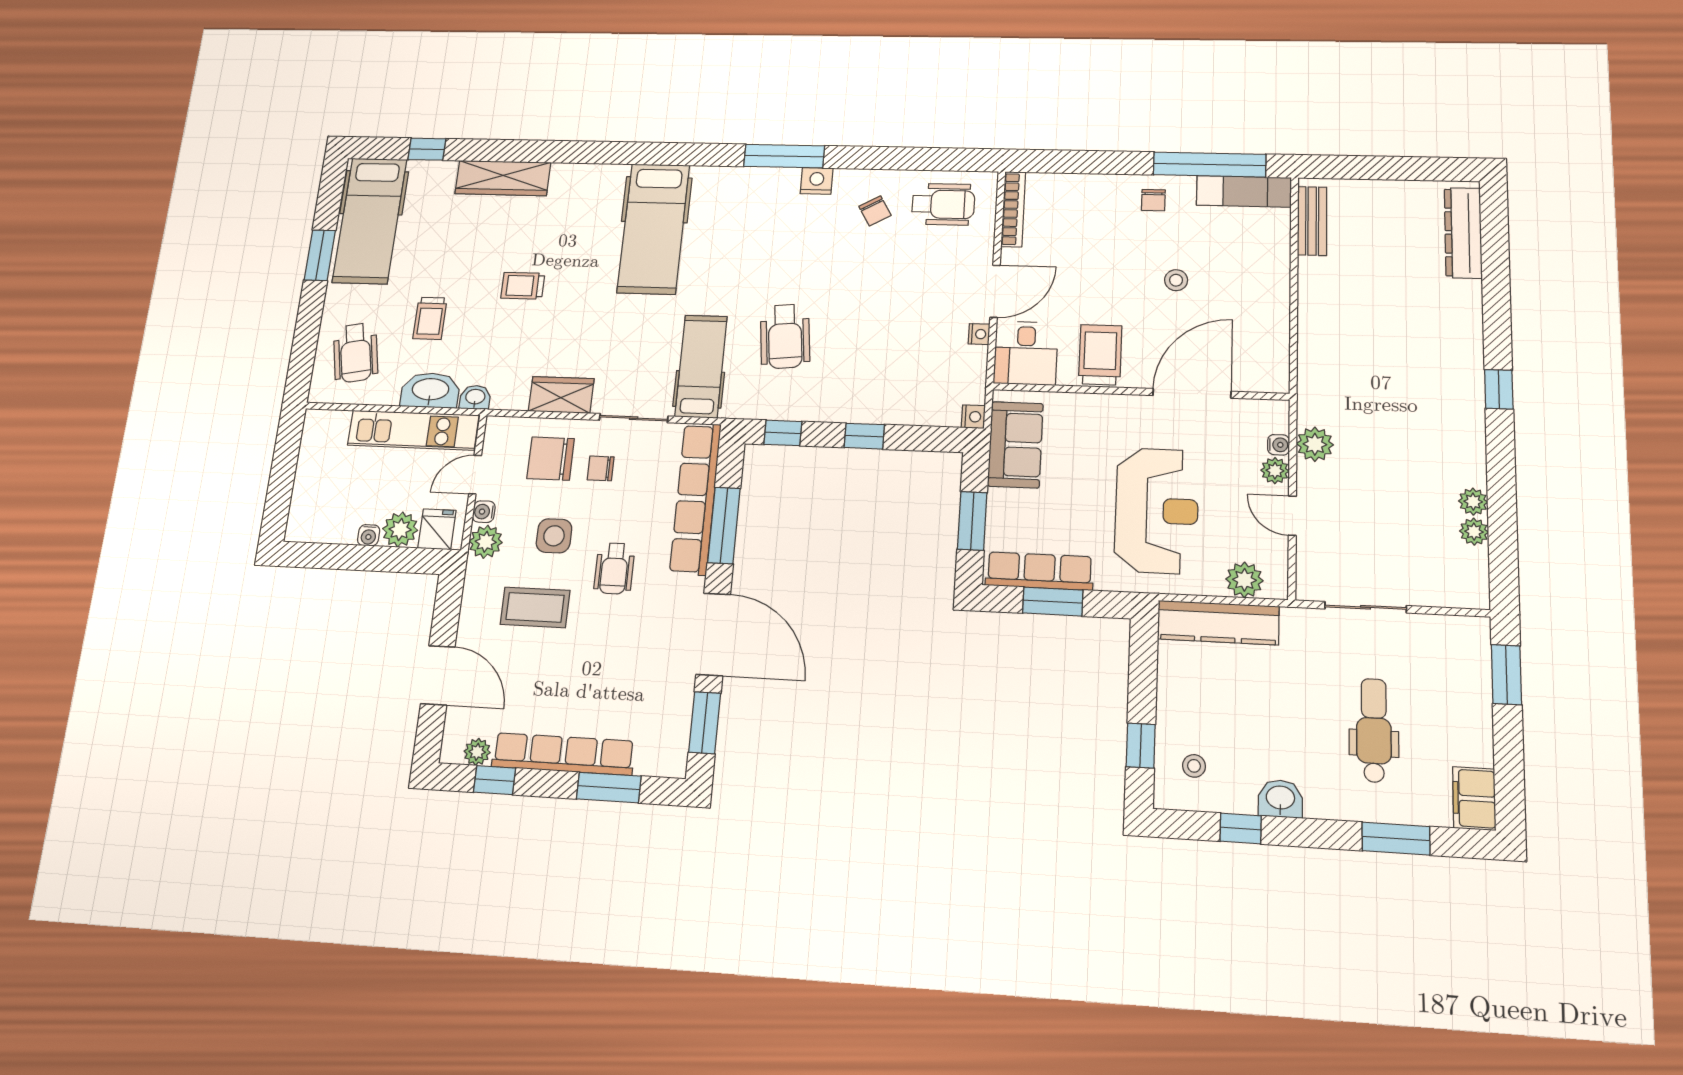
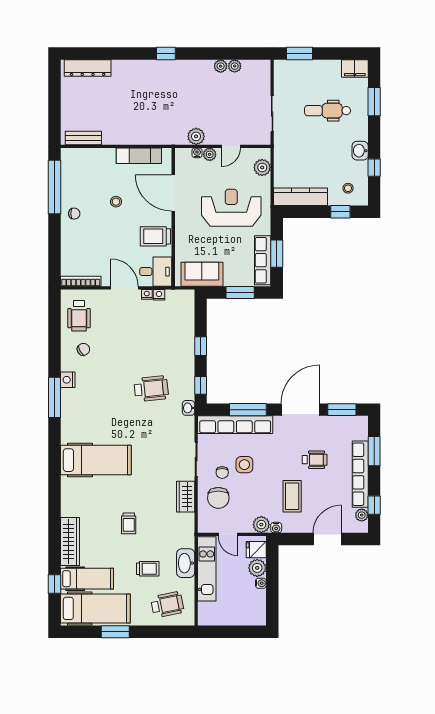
exam couch: (1244, 191) -> (139, 156), moved, turned 90
wheelchair: (943, 204) -> (79, 316), turned 180
hospital bed: (701, 366) -> (87, 579), moved, turned 180
washbasin: (475, 397) -> (188, 408), moved
nightstand: (973, 417) -> (159, 295), moved
water cooler: (484, 512) -> (276, 528), moved
side table: (554, 536) -> (244, 465), moved
wheelchair: (614, 568) -> (315, 460), moved
kitchen counter: (1218, 623) -> (301, 197), moved, turned -90

